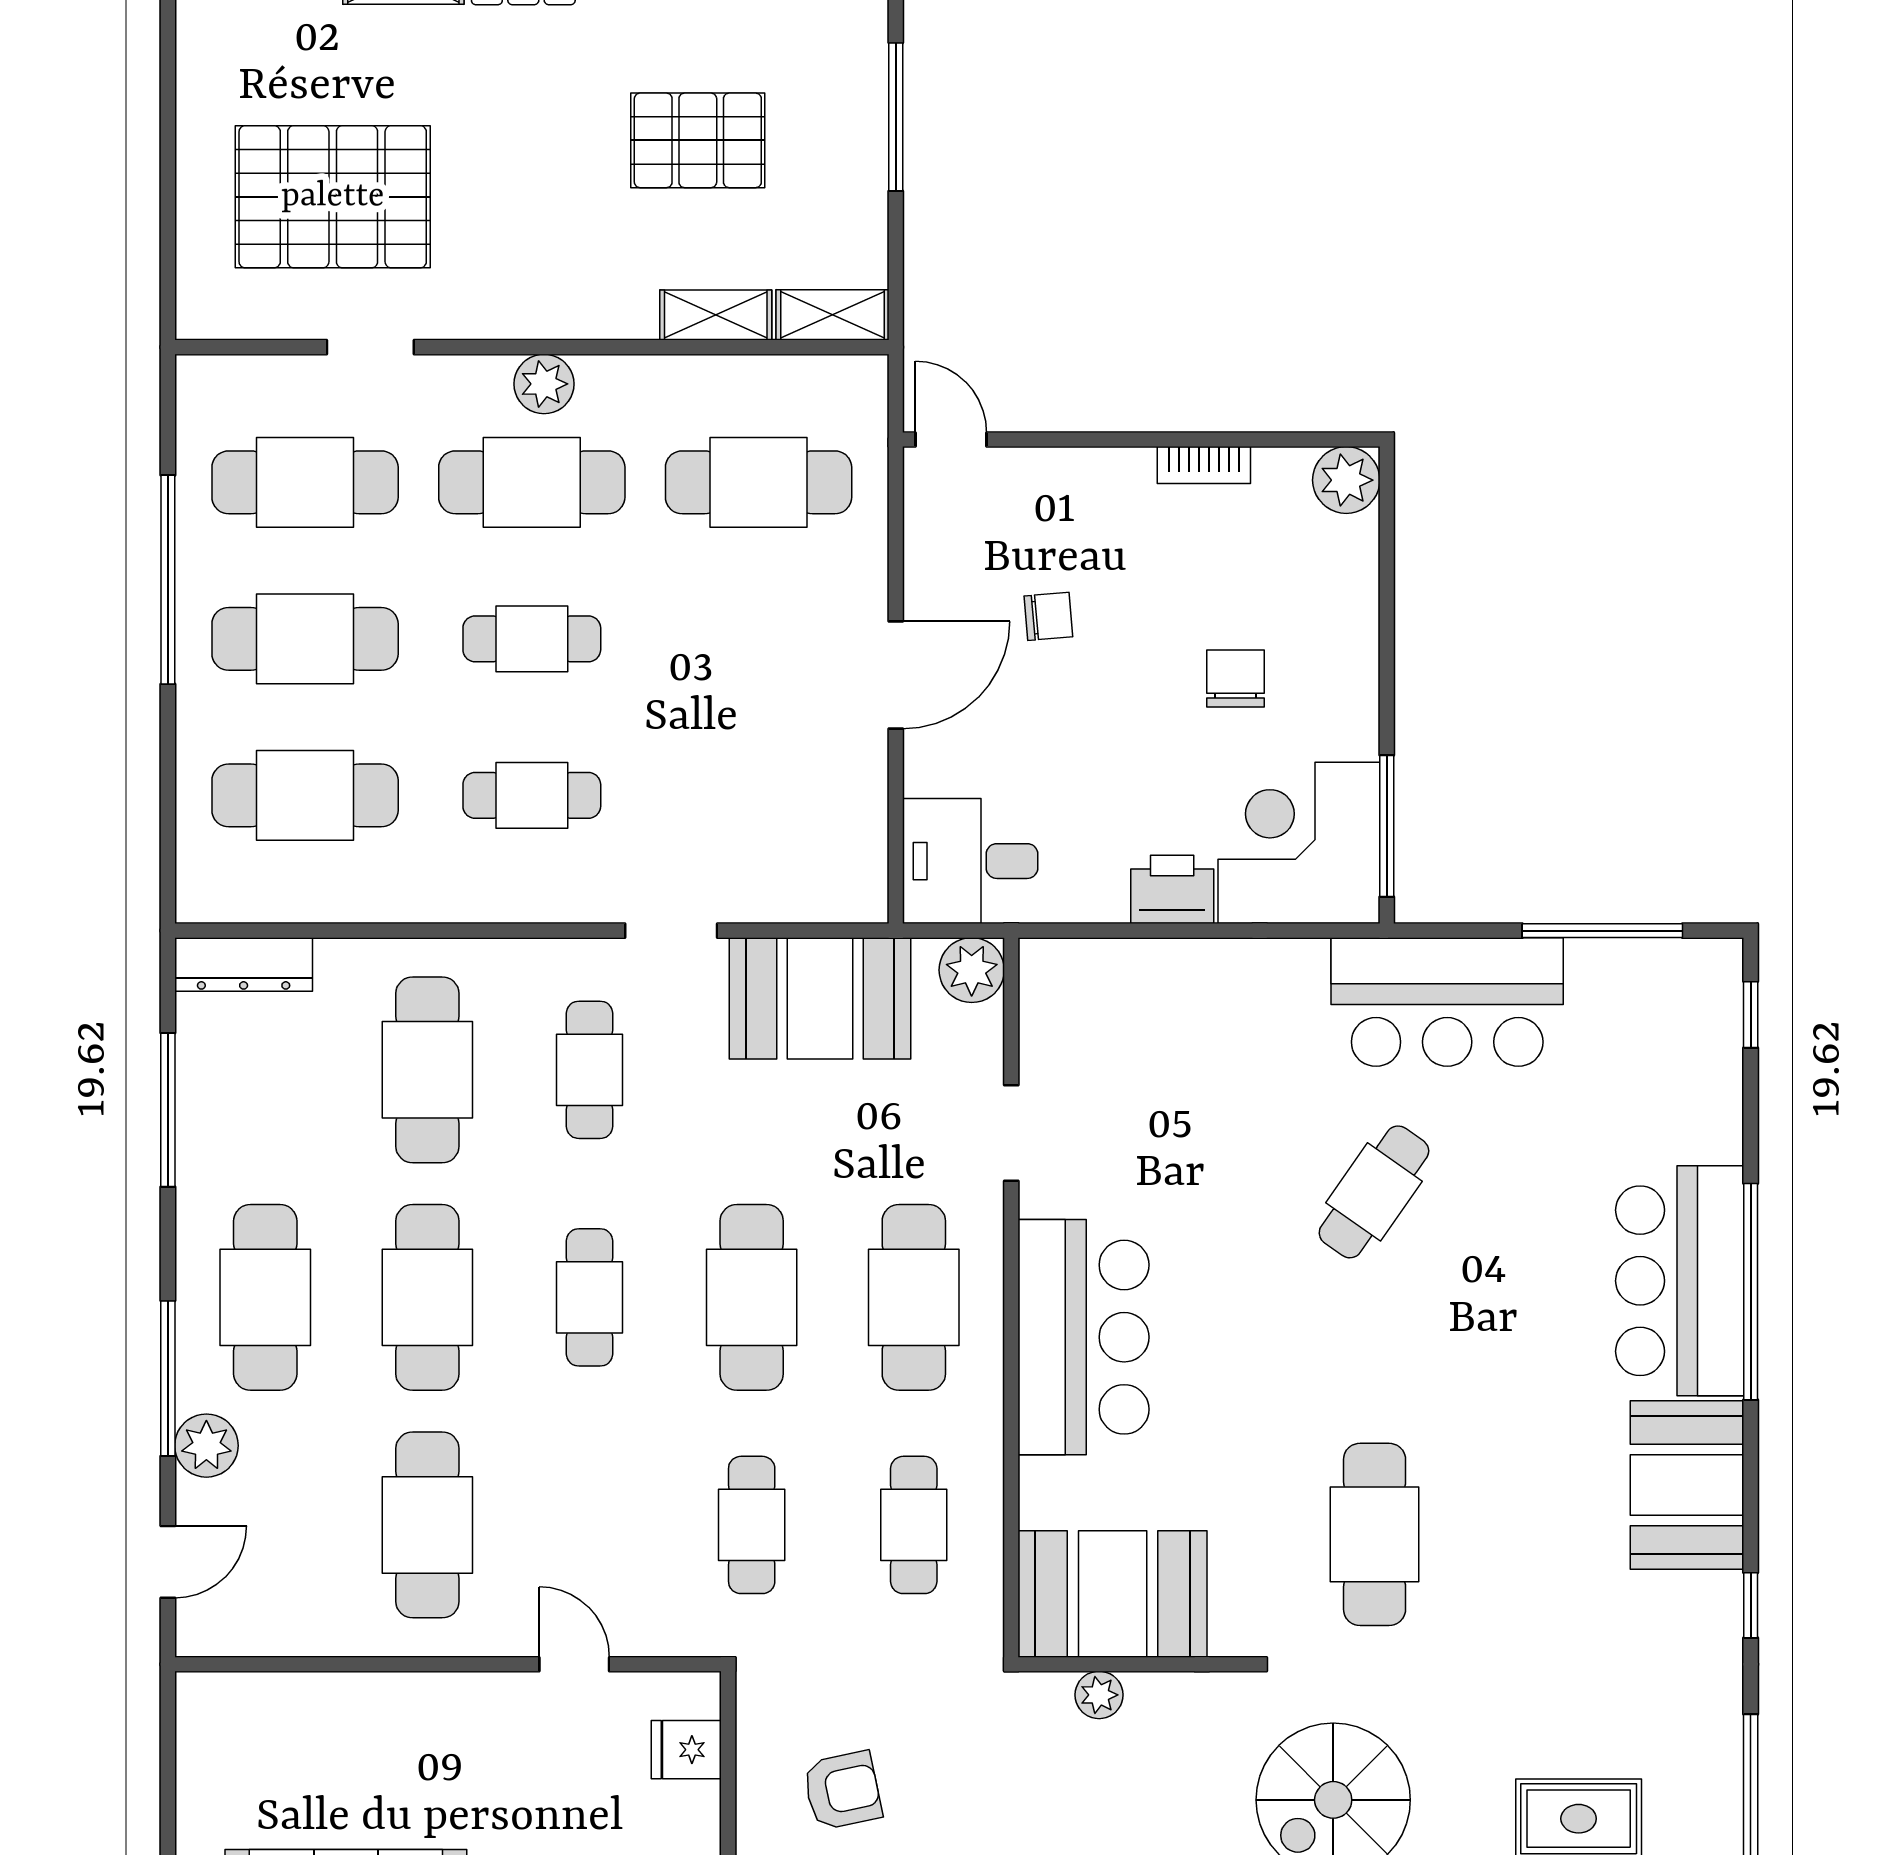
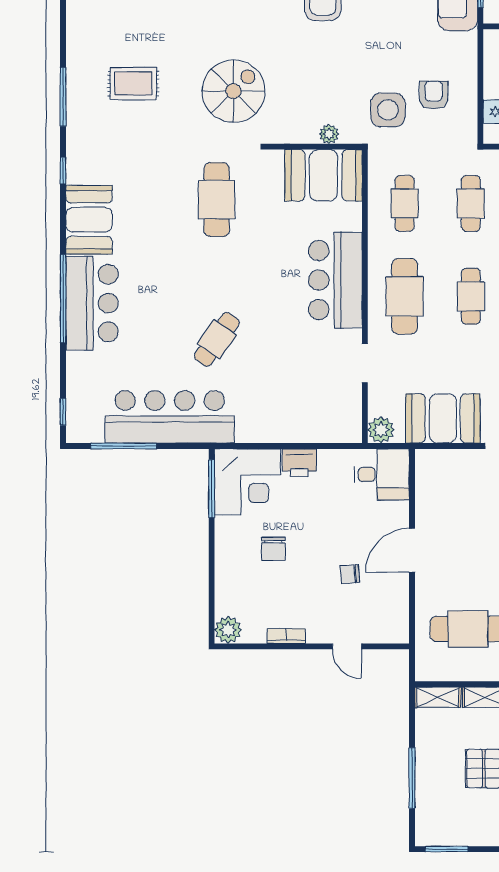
door: (951, 440) -> (347, 646), moved
bar counter: (1447, 1002) -> (170, 417), width x1.36
cafe table: (752, 1297) -> (471, 296), width x0.73, depth x0.74
side table: (955, 1754) -> (388, 110), added
armchair: (842, 1790) -> (434, 95), turned 102

